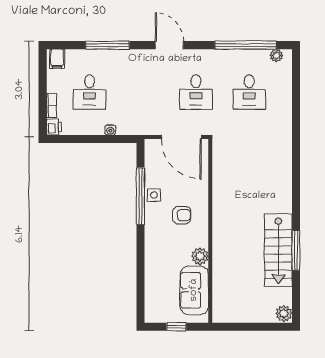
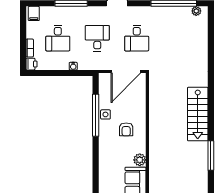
desk: (249, 92) -> (97, 38), moved, turned 180
door: (181, 137) -> (126, 71), hinge flipped
armchair: (182, 215) -> (126, 129), turned 90
stairs: (278, 250) -> (198, 114), moved

